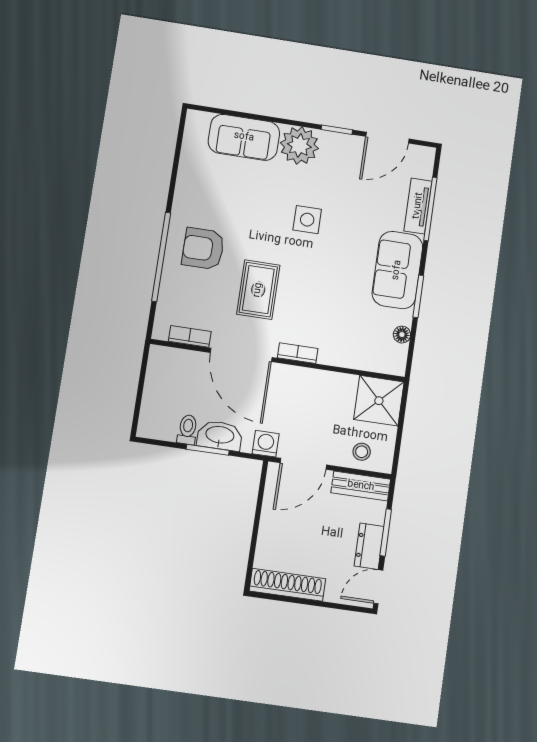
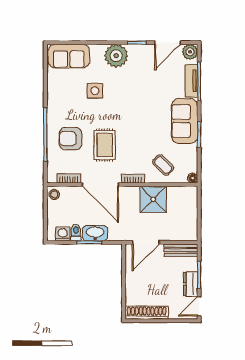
sofa: (244, 137) -> (69, 56), moved
plant: (422, 158) -> (190, 52), added
side table: (307, 220) -> (95, 91), moved
armchair: (203, 249) -> (71, 139), moved
floor lamp: (402, 335) -> (193, 178), moved
coffee table: (351, 338) -> (163, 165), added
shower: (379, 401) -> (153, 199), moved
washing machine: (266, 444) -> (63, 234), moved
stool: (362, 452) -> (54, 194), moved

